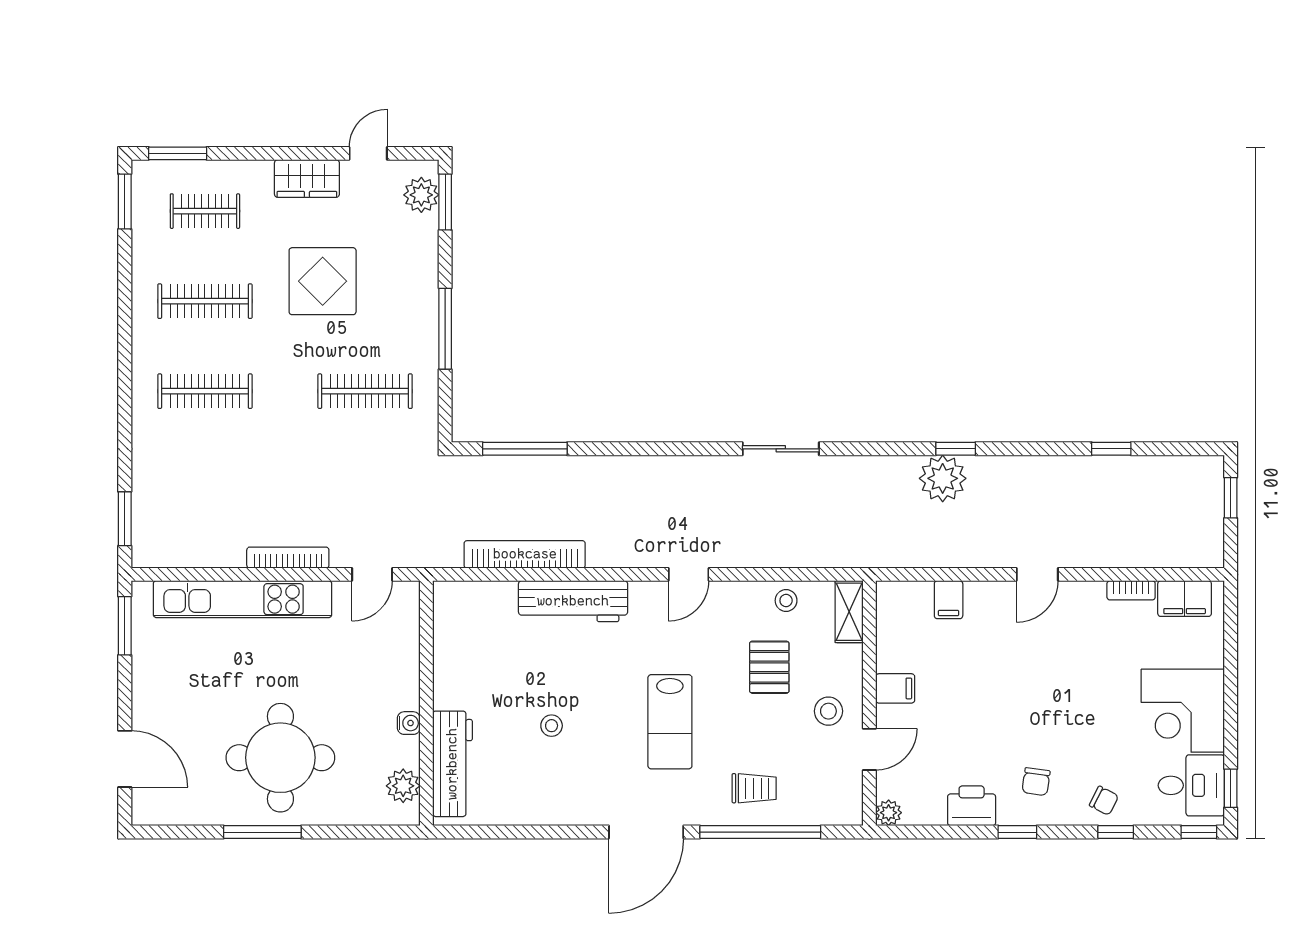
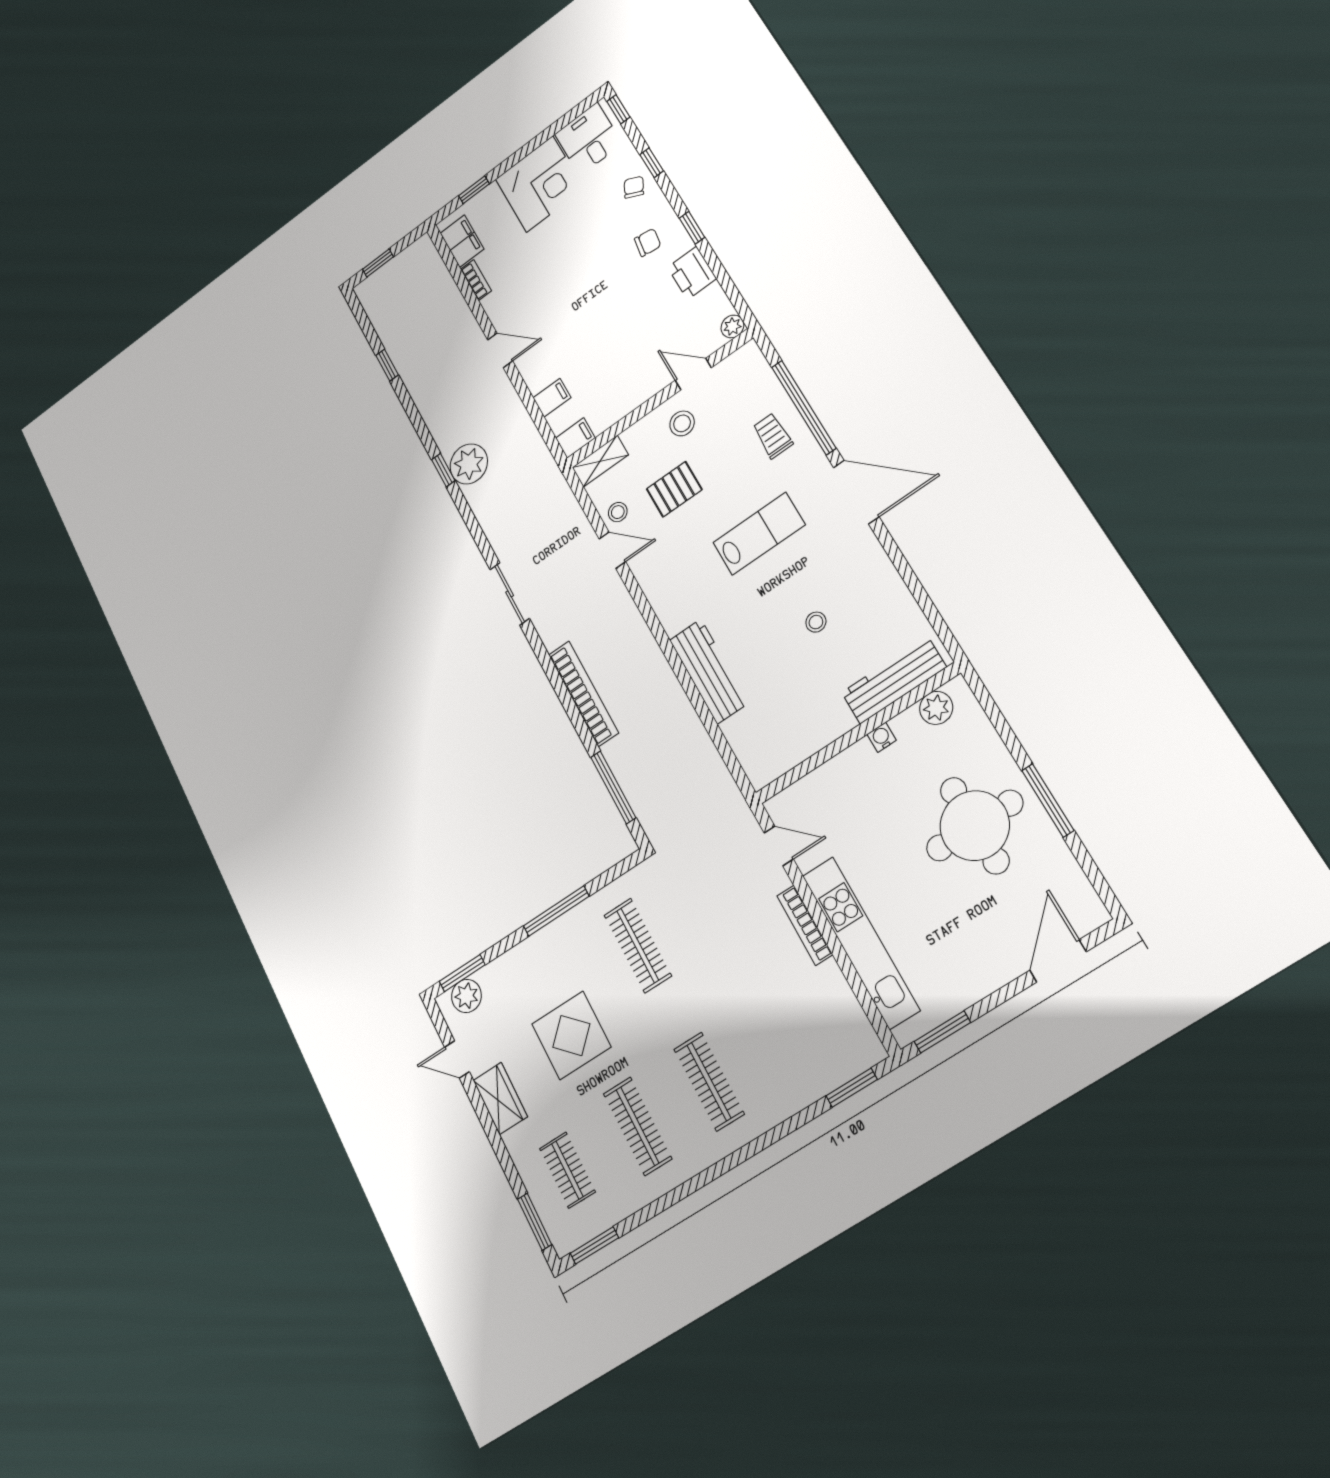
bookcase: (525, 554) -> (583, 694), moved, turned 180
door: (689, 574) -> (612, 550), moved
filing cabinet: (895, 688) -> (575, 438), moved, turned 90
window: (1231, 788) -> (474, 190), moved

